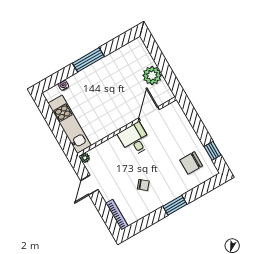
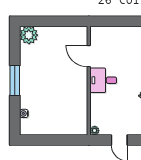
plant: (152, 75) -> (29, 35), moved
kitchen unit: (70, 124) -> (59, 127), removed

